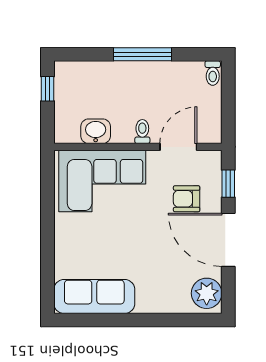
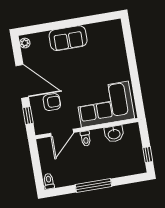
plant: (207, 293) -> (25, 43), width x0.53, depth x0.53
sofa: (94, 297) -> (68, 38), moved, width x0.73

